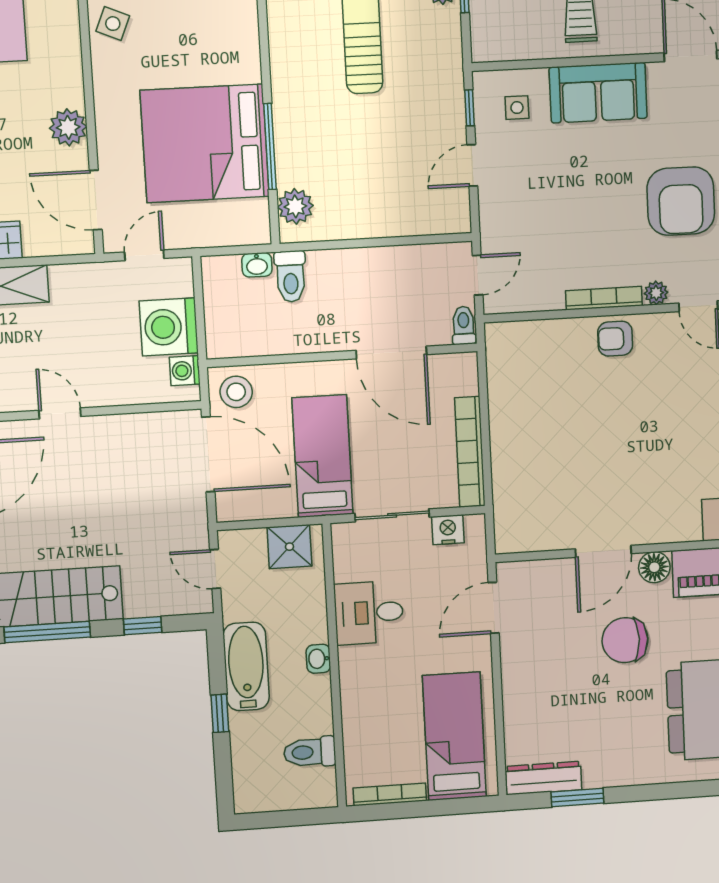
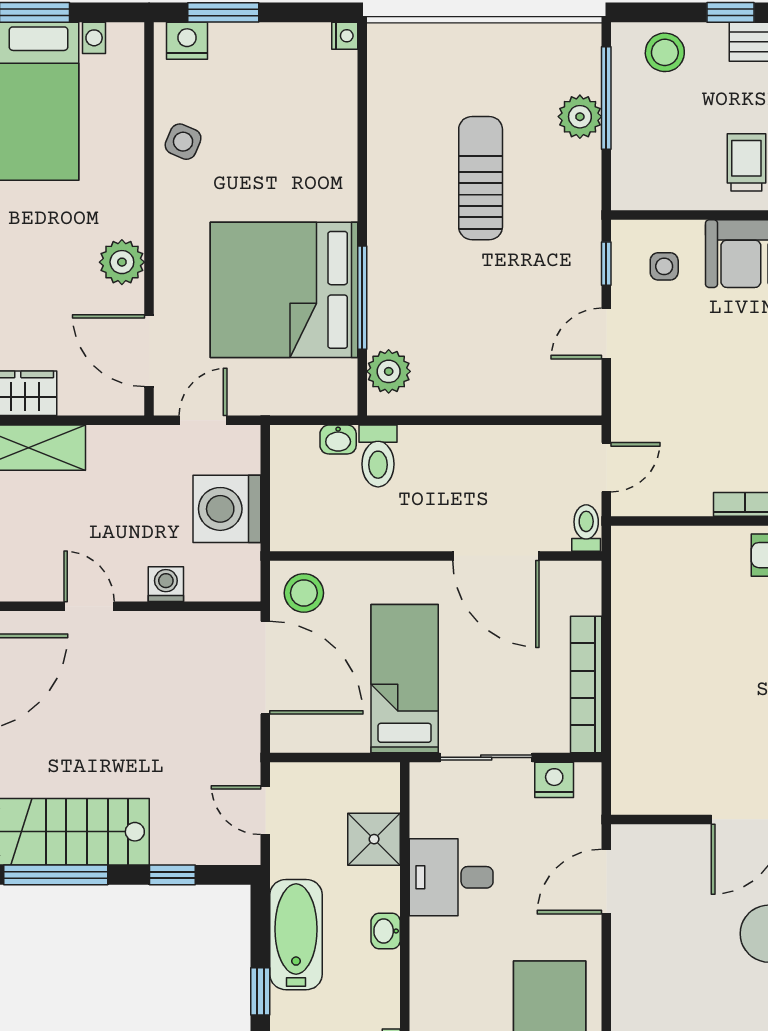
washing machine: (185, 371) -> (166, 584), moved, turned 90
shower: (289, 547) -> (374, 839), moved

